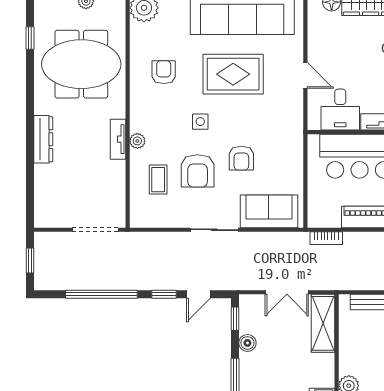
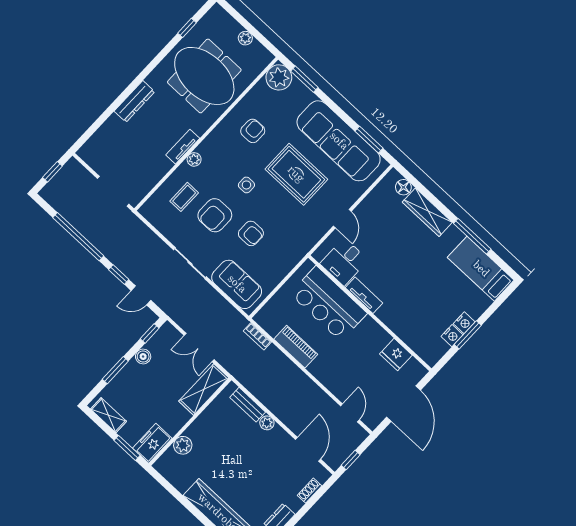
armchair: (241, 158) -> (251, 233), turned -90

